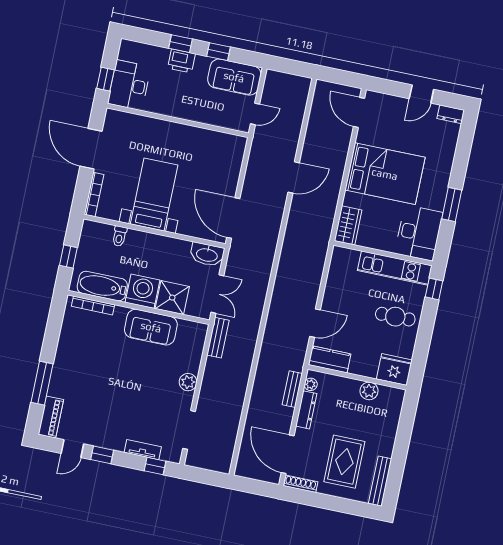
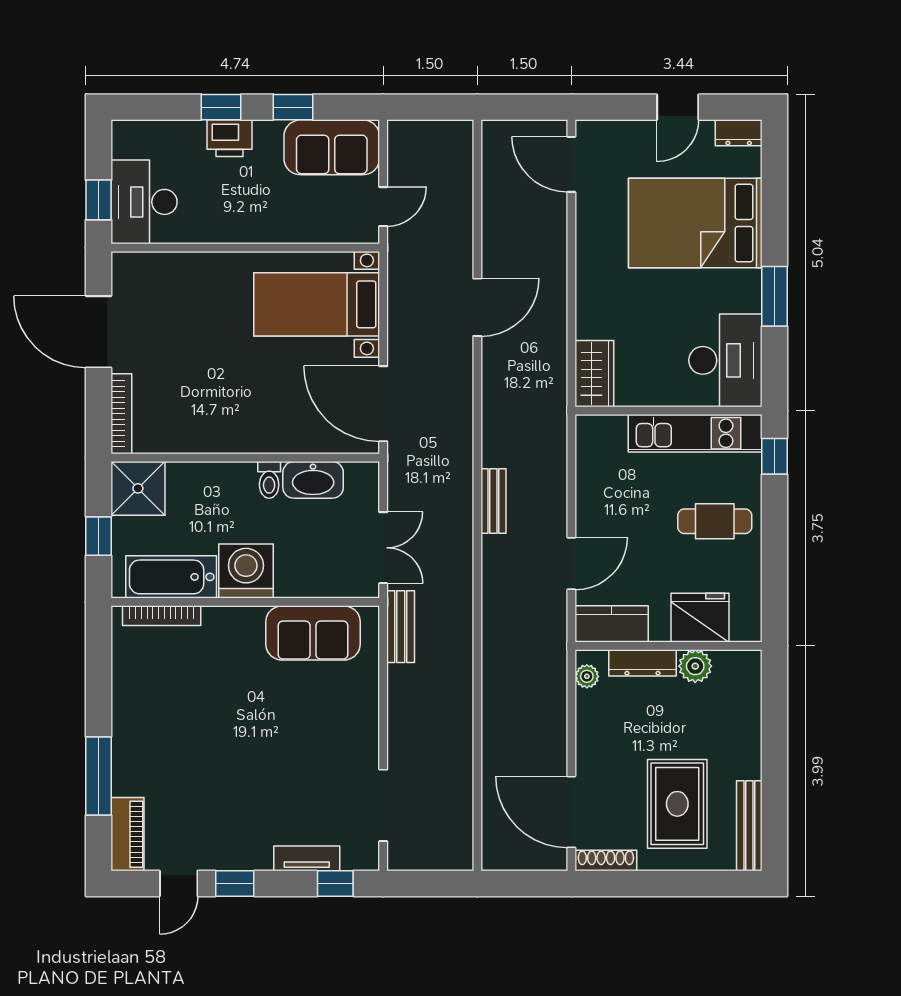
bed: (385, 174) -> (695, 223), moved, turned 180
bed with nightstands: (154, 195) -> (317, 304), moved, turned -90
toilet: (119, 236) -> (269, 480), moved
washbasin: (207, 254) -> (313, 480), moved
shower: (172, 298) -> (138, 488), moved
sofa: (151, 327) -> (313, 633), moved
fridge: (394, 369) -> (700, 618), moved
plant: (188, 382) -> (363, 719), removed
bench: (292, 389) -> (493, 501), moved
dresser: (306, 410) -> (642, 663), moved, turned 90

